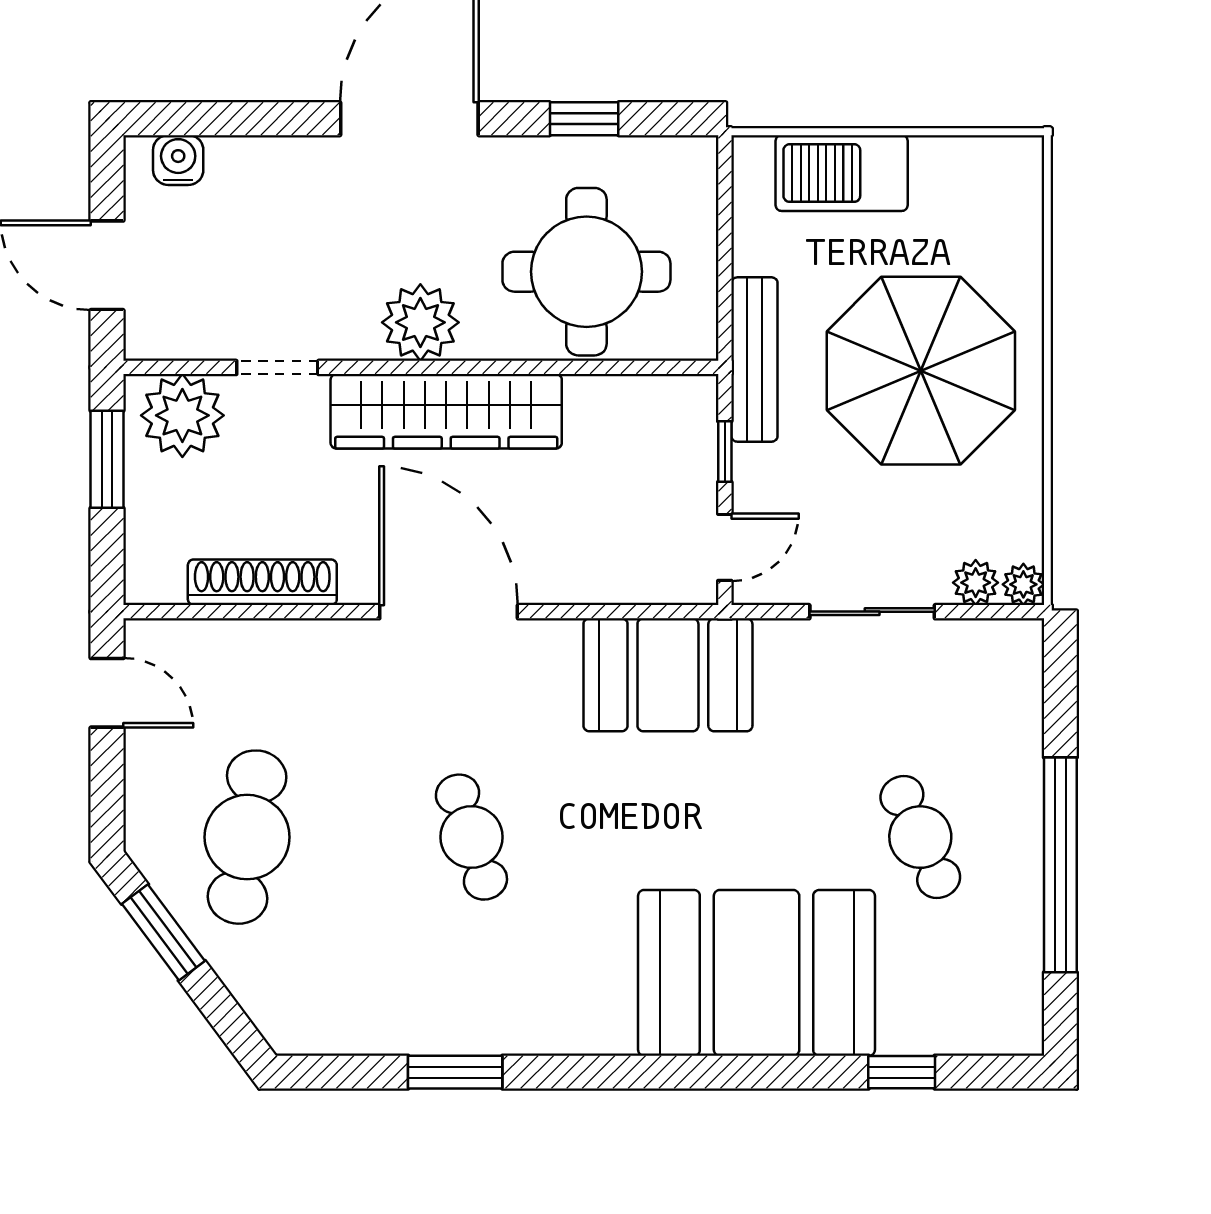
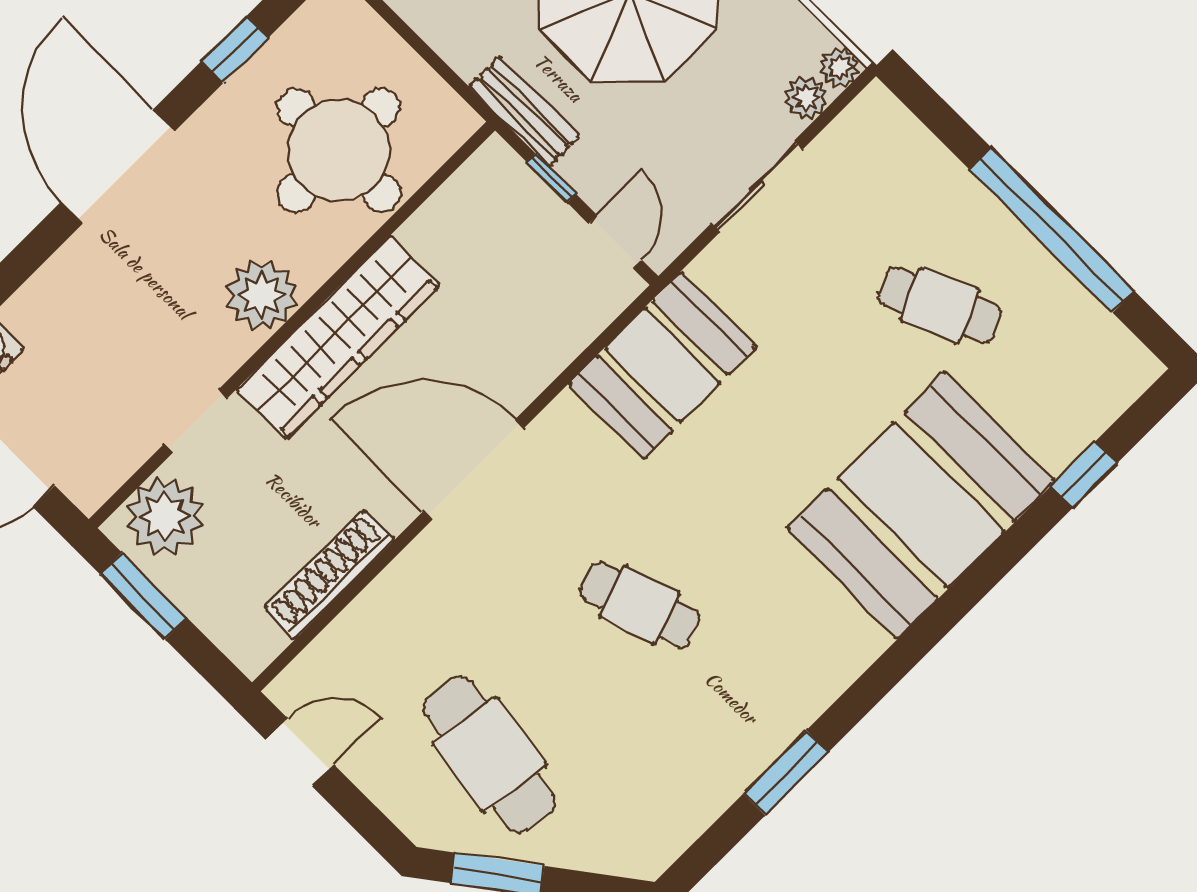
bench: (754, 360) -> (524, 111), width x0.73

